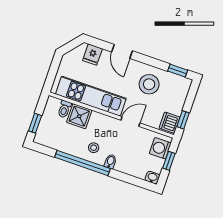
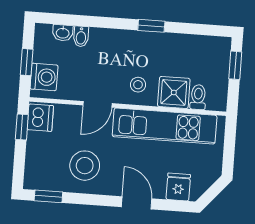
stool: (94, 148) -> (138, 85), moved
bidet: (110, 161) -> (81, 36), moved
window: (82, 163) -> (151, 26), width x0.32
washbasin: (152, 178) -> (63, 33), moved

